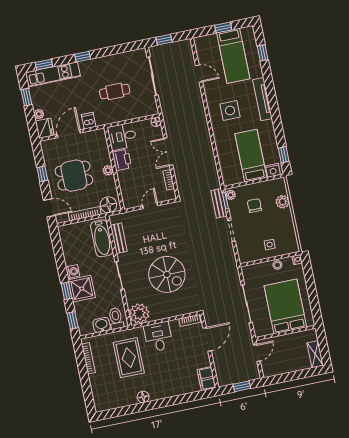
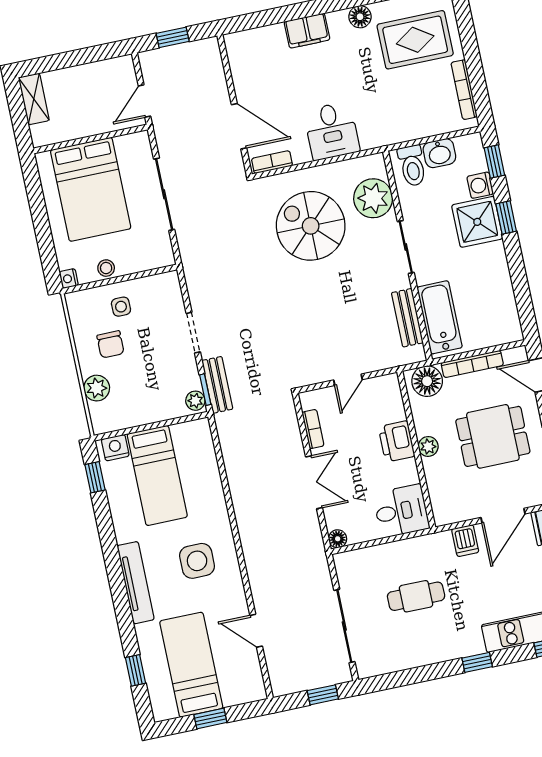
printer: (122, 160) -> (397, 441), moved
chair: (254, 206) -> (110, 344), moved
washing machine: (73, 272) -> (480, 185), moved
spiral stairs: (167, 274) -> (311, 226), moved
plant: (139, 314) -> (373, 198), moved
door: (207, 339) -> (239, 126), swing flipped
rug: (129, 358) -> (415, 40), moved, turned 90
filing cabinet: (206, 379) -> (307, 31), moved, turned 90

